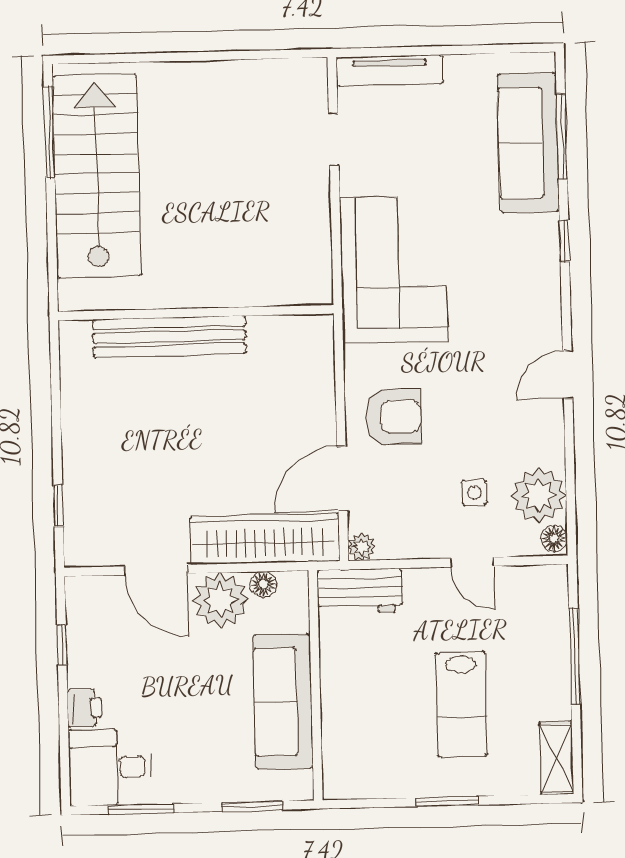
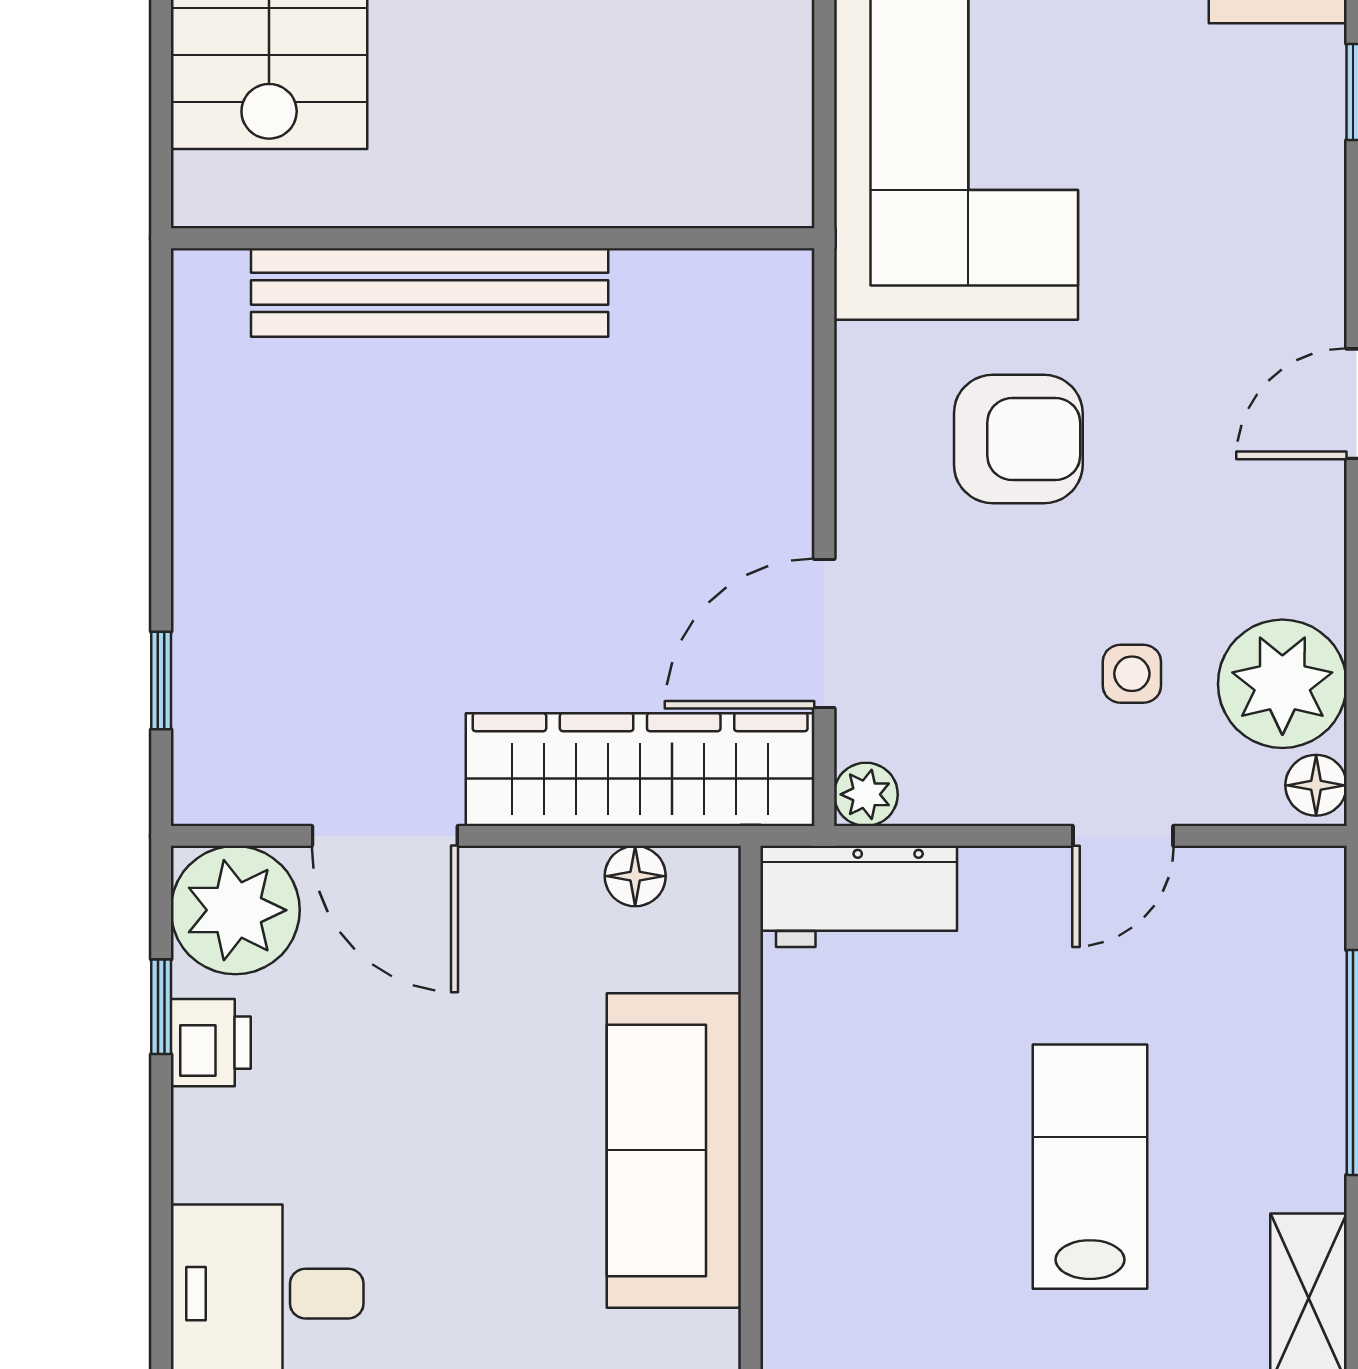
armchair: (393, 417) -> (1018, 439), moved
door: (472, 562) -> (1123, 836), hinge flipped
plant: (221, 600) -> (235, 910), moved
lab bench: (461, 704) -> (1090, 1167), turned 180
printer: (85, 708) -> (211, 1043), moved

